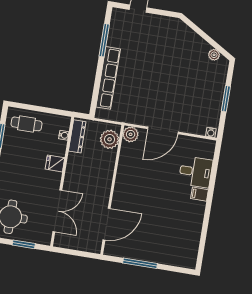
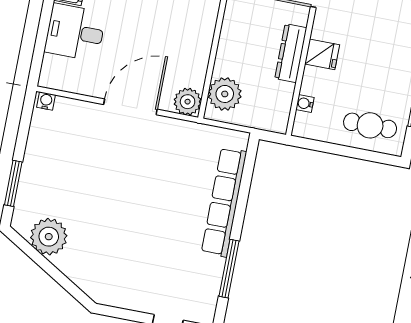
plant: (214, 55) -> (49, 237), width x1.88, depth x1.88
window: (226, 99) -> (13, 183), moved
dresser: (77, 136) -> (291, 53), moved

